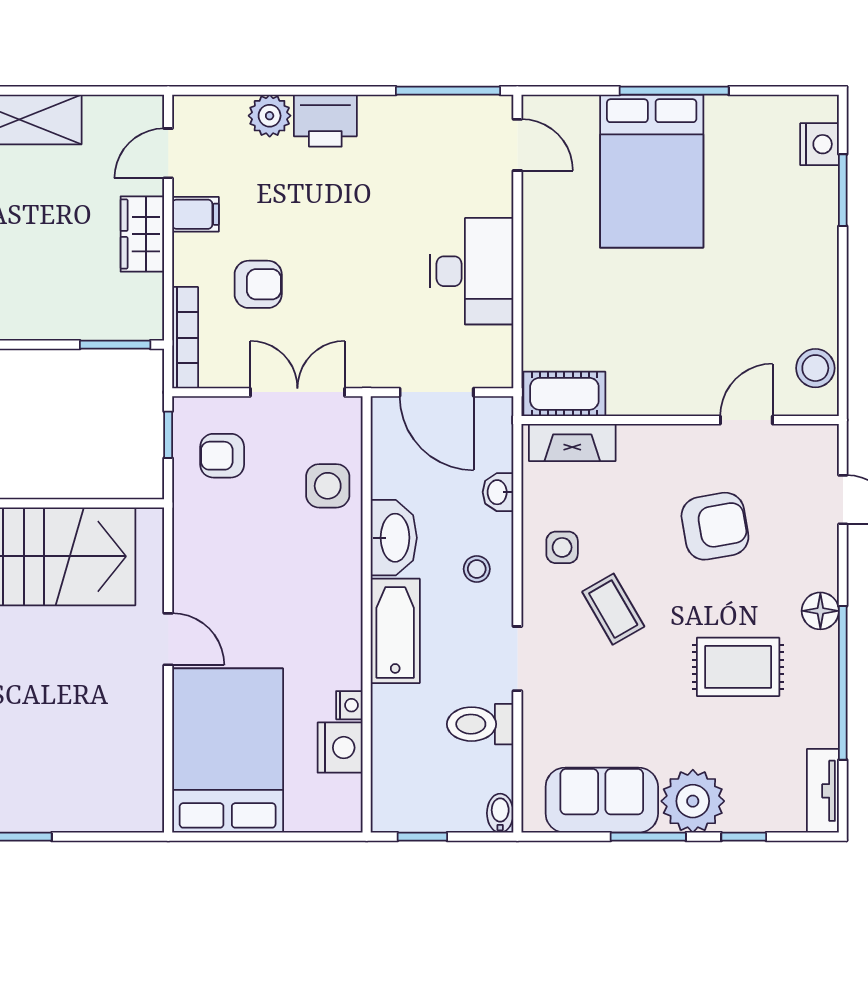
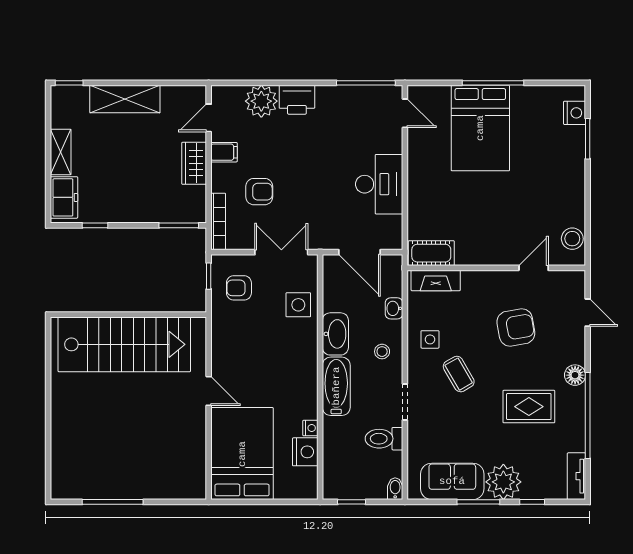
plant: (270, 116) -> (261, 101), width x1.36, depth x1.36

